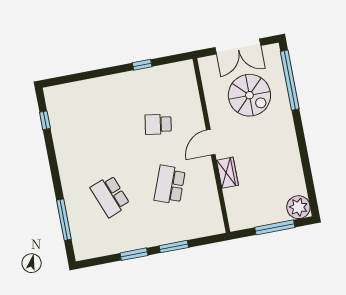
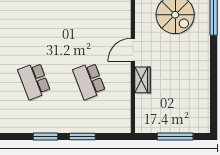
school desk: (158, 124) -> (89, 25), removed
school desk: (170, 185) -> (89, 81), turned -42
plant: (298, 207) -> (200, 123), removed

